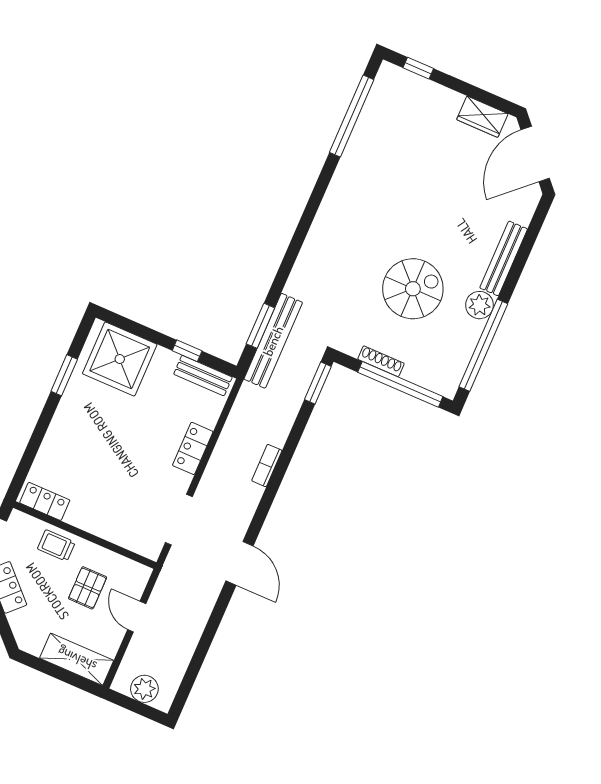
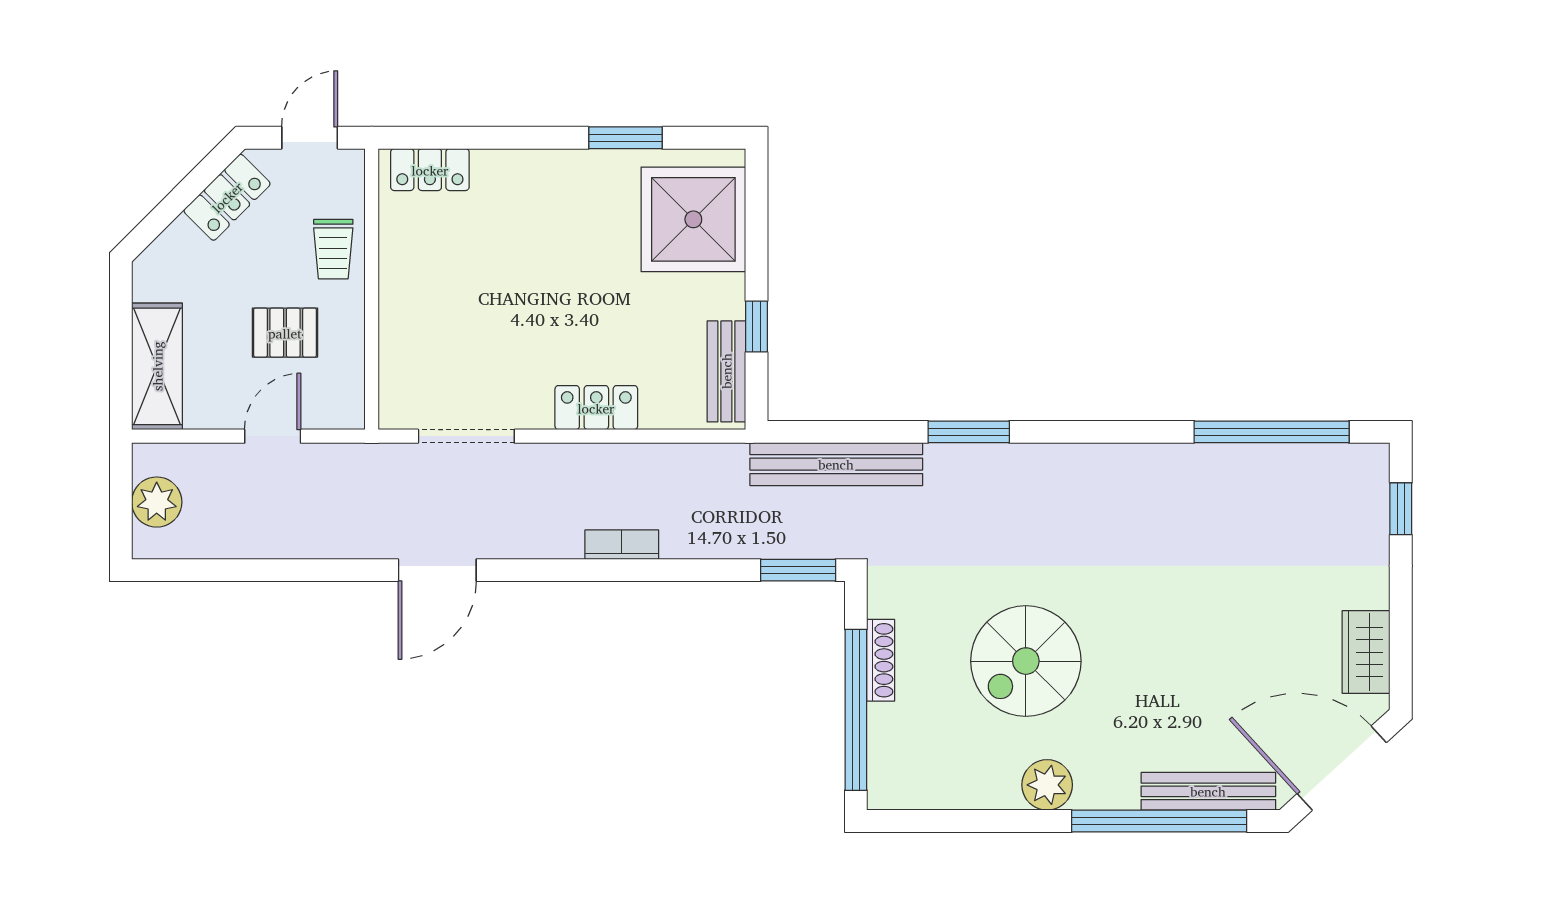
bench: (504, 258) -> (1208, 791), moved
spiral stairs: (413, 289) -> (1026, 661), turned 90
window: (260, 326) -> (969, 432), moved
window: (483, 345) -> (1159, 821), moved
locker: (45, 501) -> (430, 170), moved, turned 90
trolley: (56, 546) -> (333, 249), turned 180

